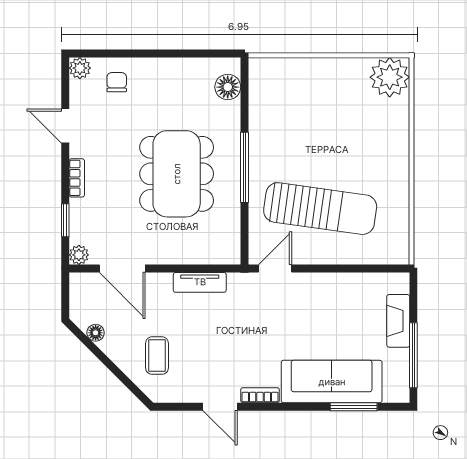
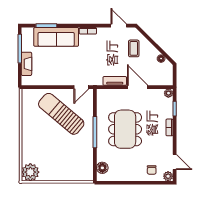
door: (65, 126) -> (175, 162), moved
sun lounger: (320, 209) -> (61, 114), turned 32
door: (122, 269) -> (138, 87), moved
door: (220, 407) -> (119, 26), moved

